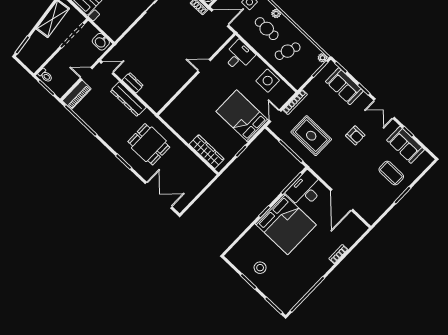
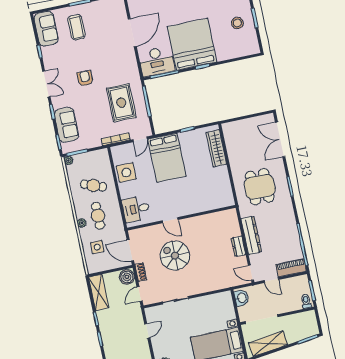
spiral stairs: (180, 39) -> (175, 256), added
sofa: (406, 145) -> (46, 29), moved

